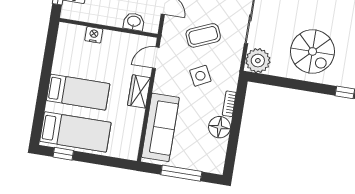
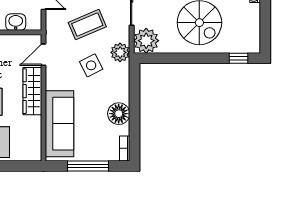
plant: (231, 68) -> (120, 52), added
wardrobe: (139, 91) -> (32, 91), width x1.50
bookcase: (229, 104) -> (125, 148), moved

